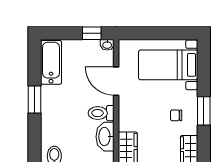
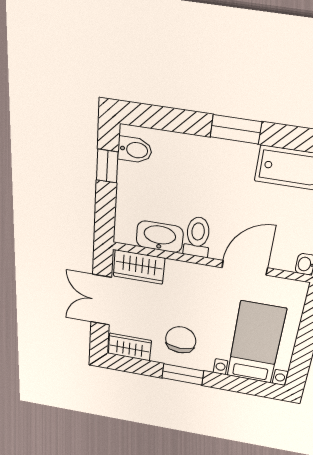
chair: (176, 115) -> (181, 340), width x1.87, depth x1.87

